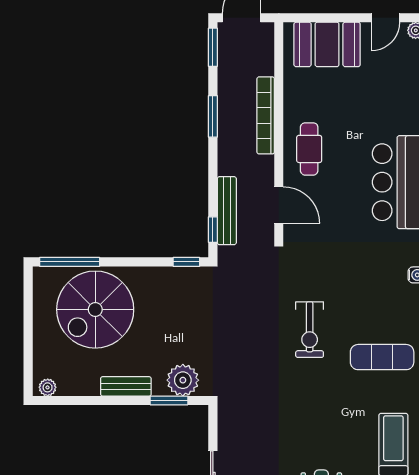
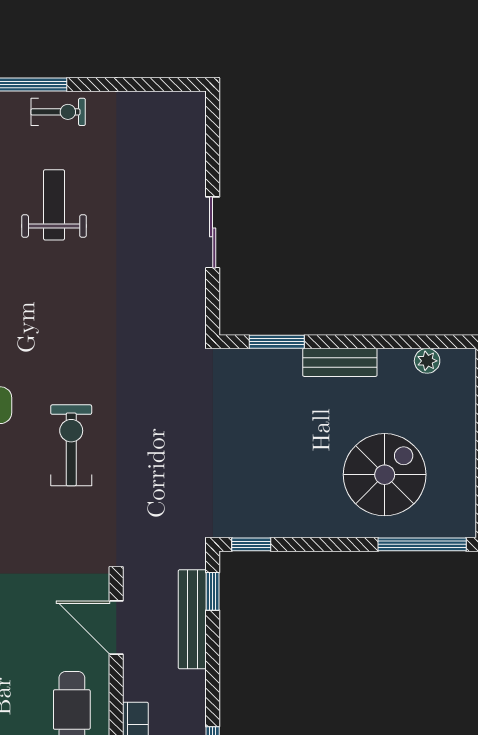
spiral stairs: (95, 310) -> (385, 475), width x0.73, depth x0.73
plant: (183, 380) -> (257, 371), removed
plant: (48, 387) -> (427, 361), moved

